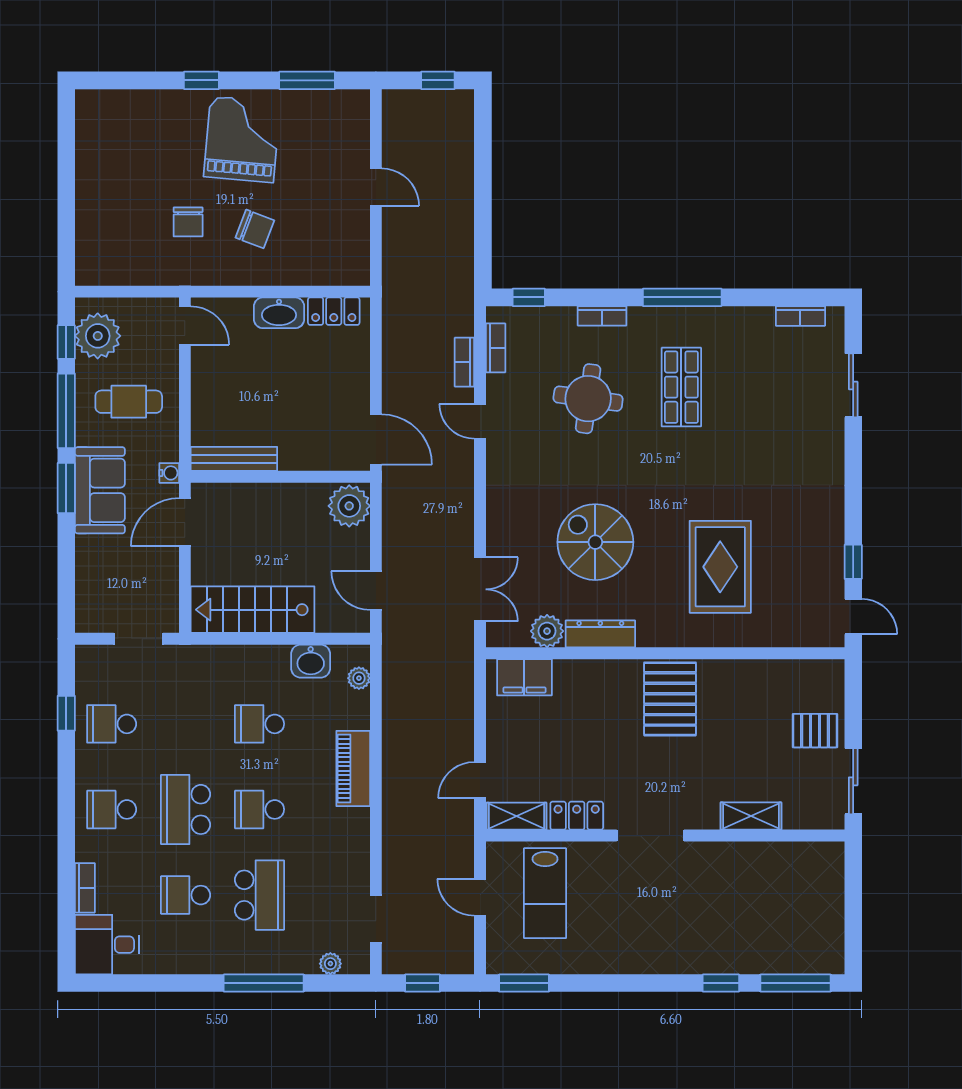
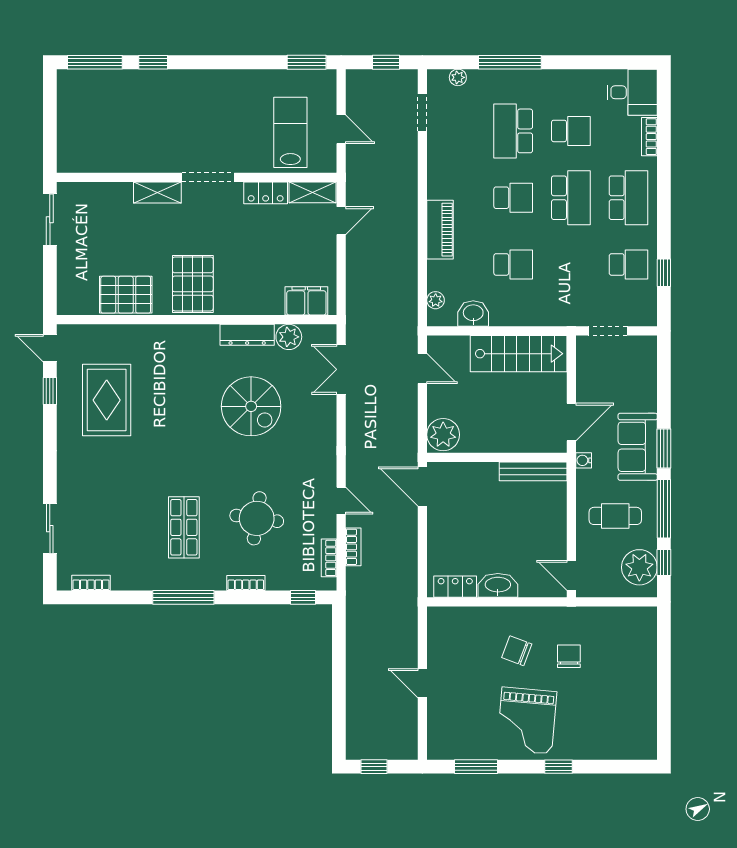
rug: (720, 567) -> (107, 400), moved
pallet: (815, 731) -> (126, 295), moved, width x1.50, depth x1.42
school desk: (112, 809) -> (629, 198), width x1.85
shelving: (751, 816) -> (157, 193), moved

